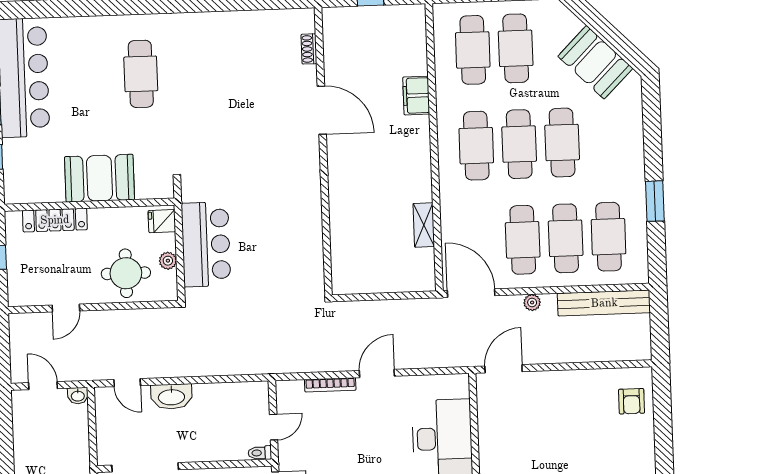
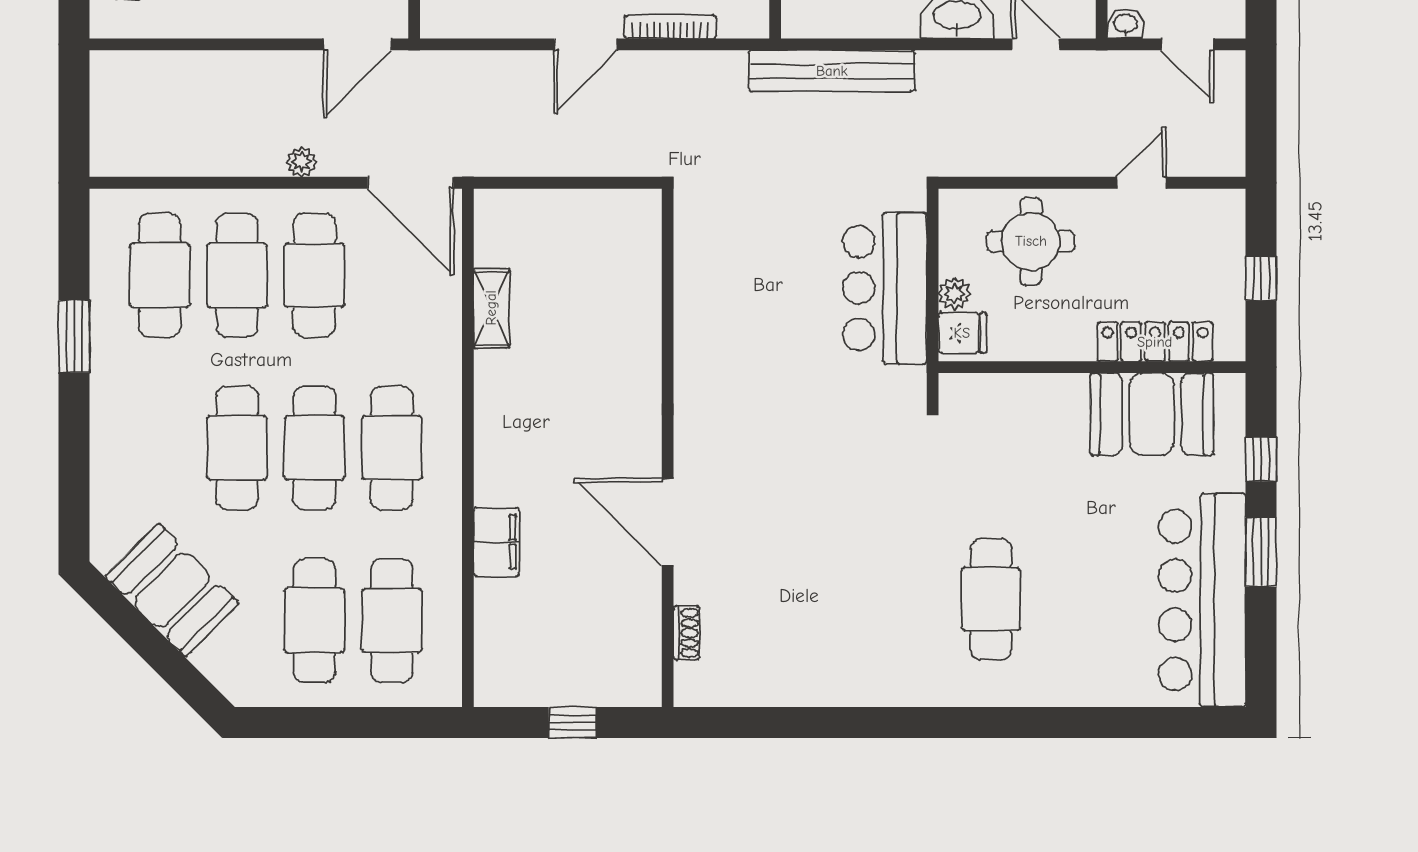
booth: (100, 178) -> (1152, 414), moved
plant: (168, 261) -> (954, 293), moved
bench: (604, 303) -> (832, 71), moved

